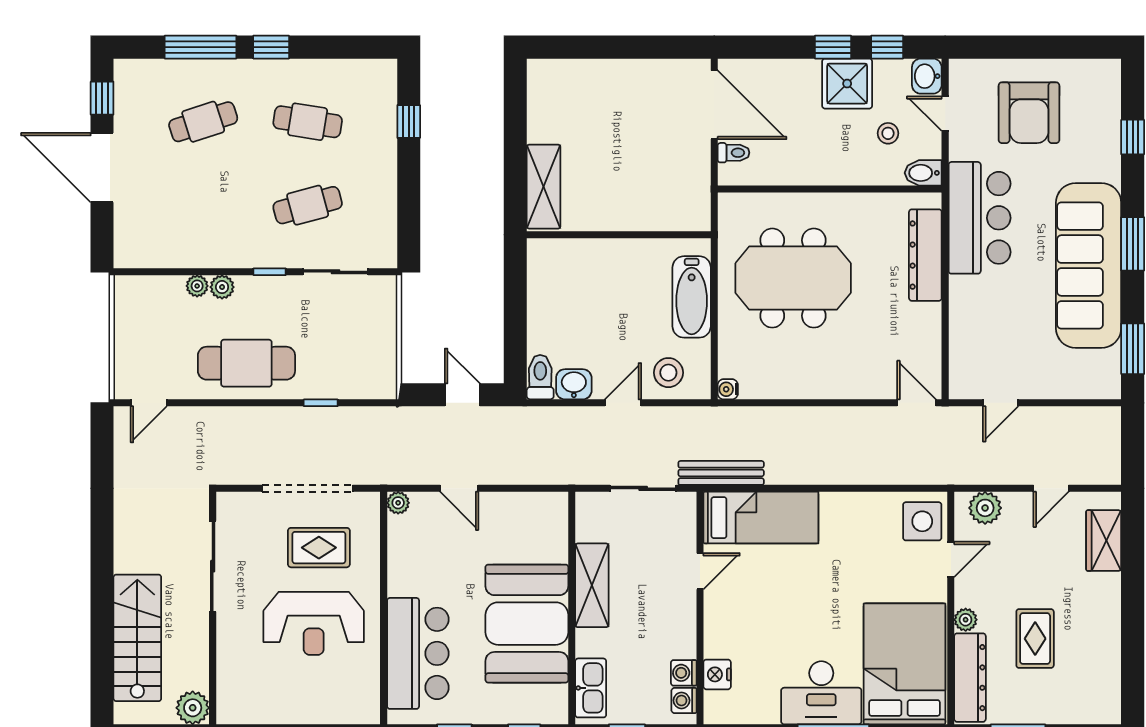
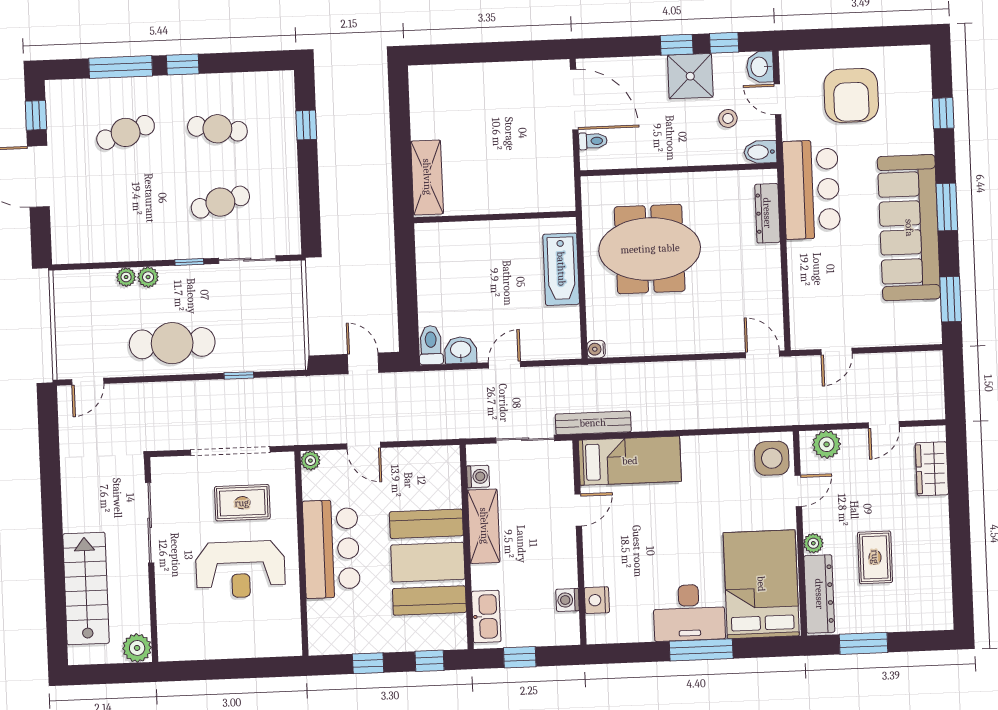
dresser: (925, 255) -> (767, 213), width x0.73, depth x0.80
stool: (668, 373) -> (543, 337), removed
bar counter: (418, 653) -> (331, 549), moved
washing machine: (684, 700) -> (478, 476), moved, turned 180

